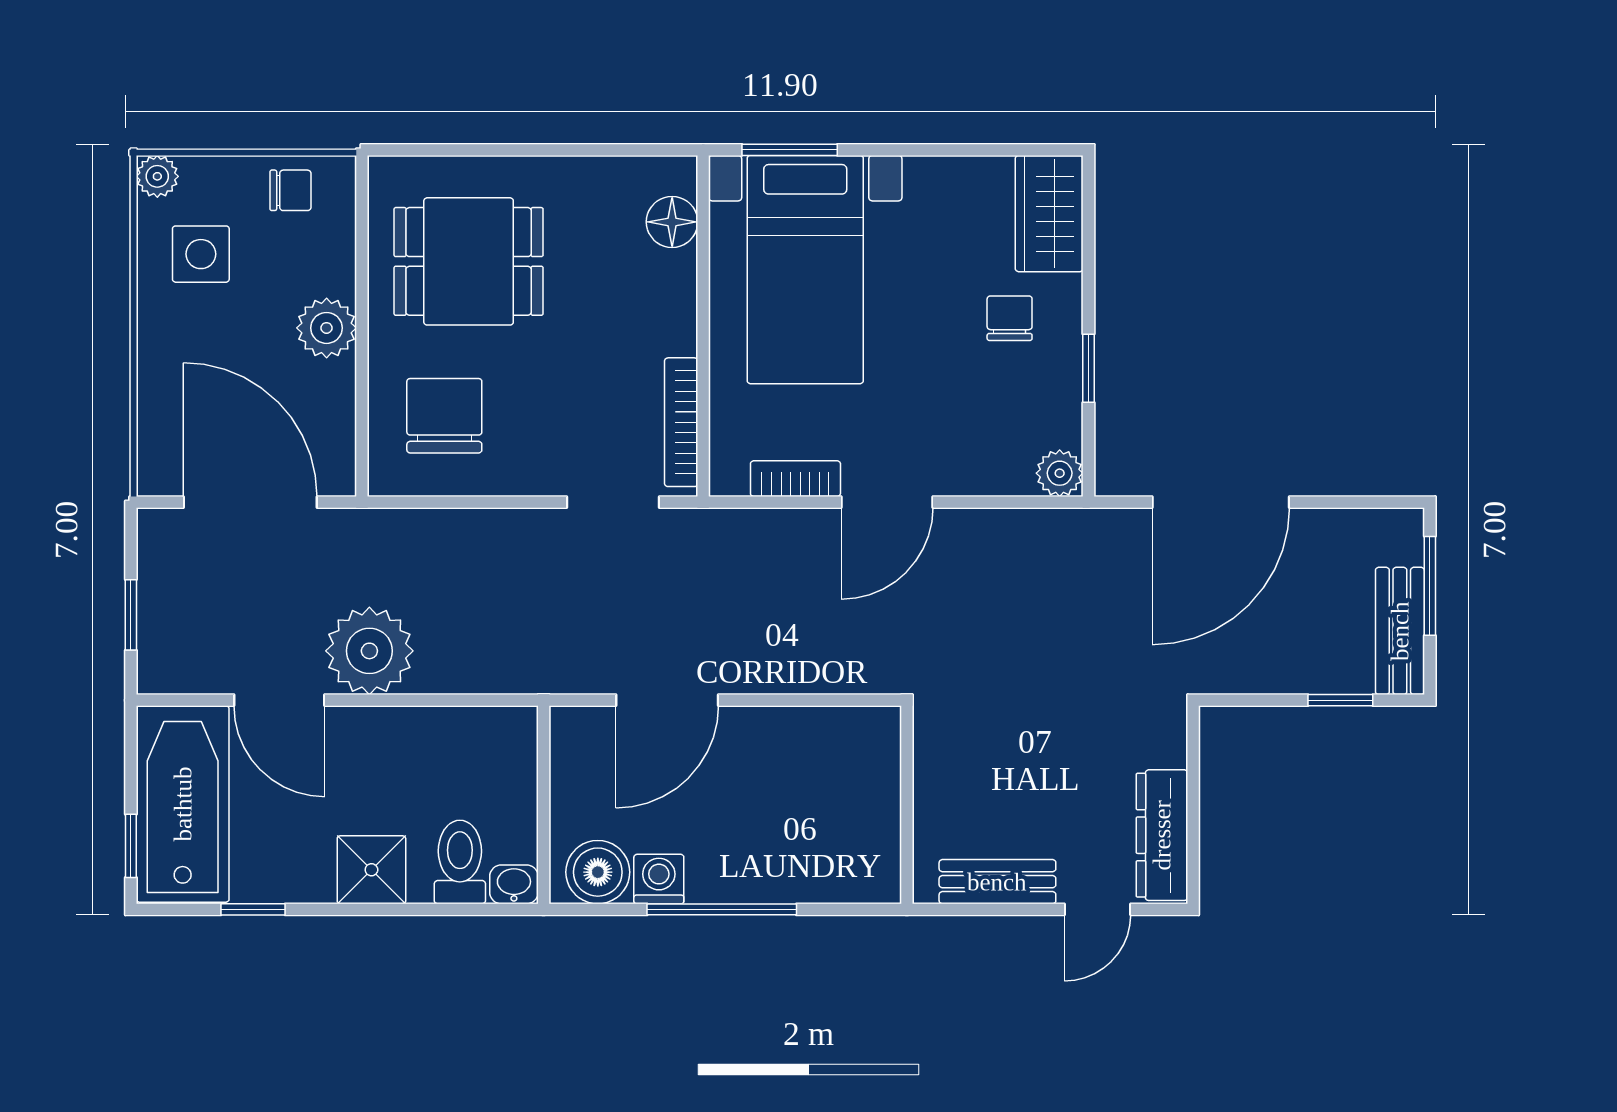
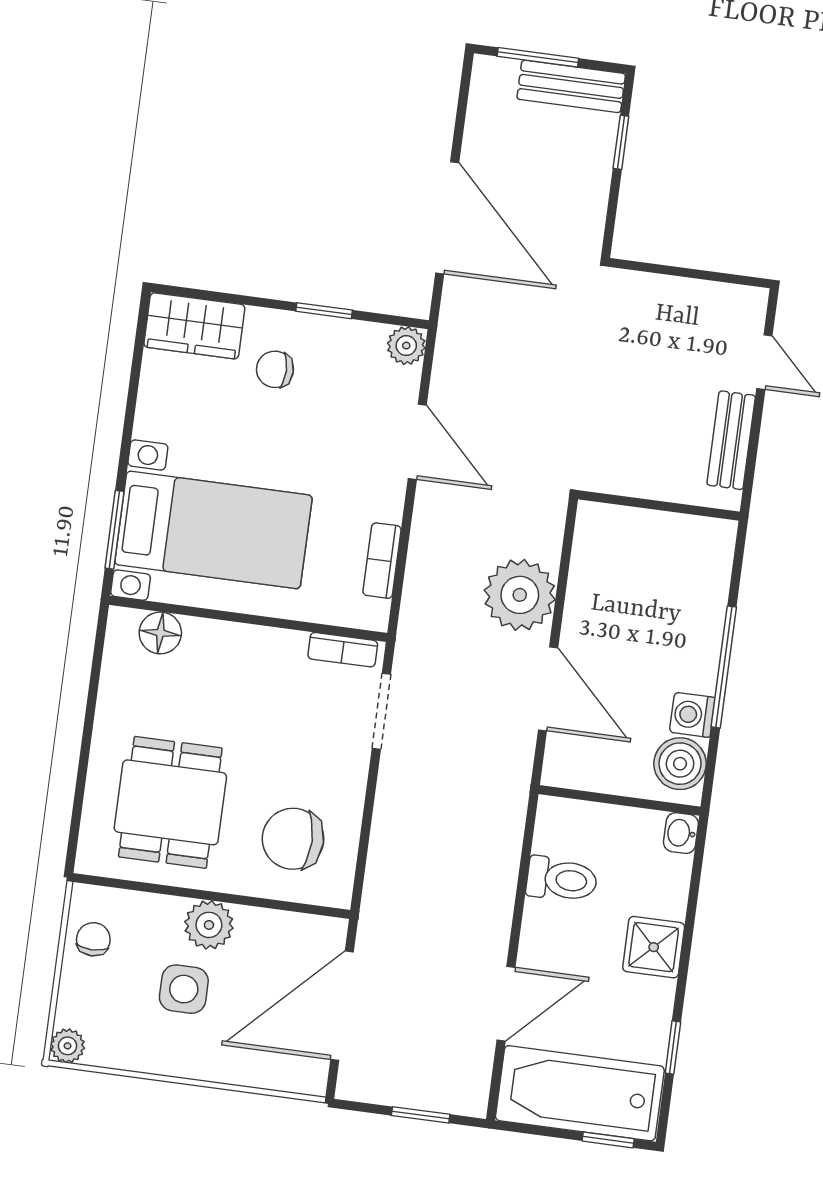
side table: (201, 254) -> (184, 989), moved
bookcase: (681, 422) -> (343, 650), width x0.64
door: (887, 502) -> (417, 442), moved
plant: (369, 651) -> (520, 595), moved
dresser: (1162, 835) -> (711, 302), removed
toilet: (460, 862) -> (562, 879), moved, turned 180

